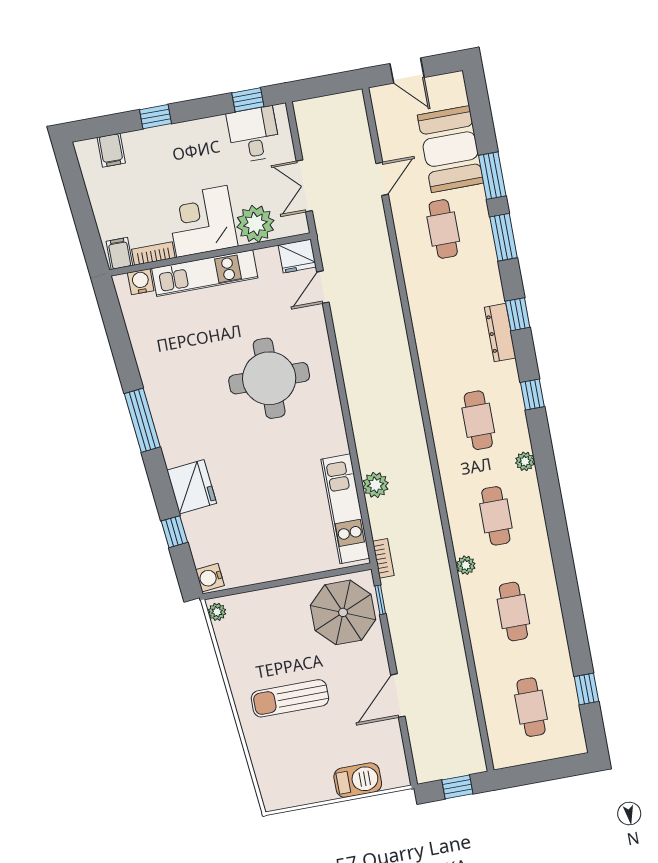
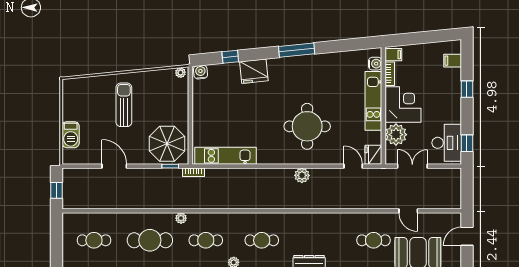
desk: (254, 135) -> (447, 143), width x1.37
plant: (376, 485) -> (302, 175), moved
cafe table: (513, 611) -> (150, 240), width x1.37, depth x1.35

